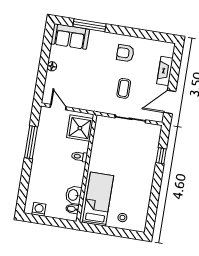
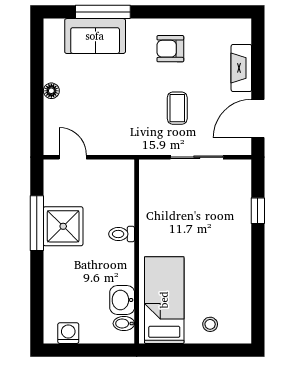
sofa: (70, 37) -> (95, 36), moved
shower: (80, 128) -> (63, 226), moved

